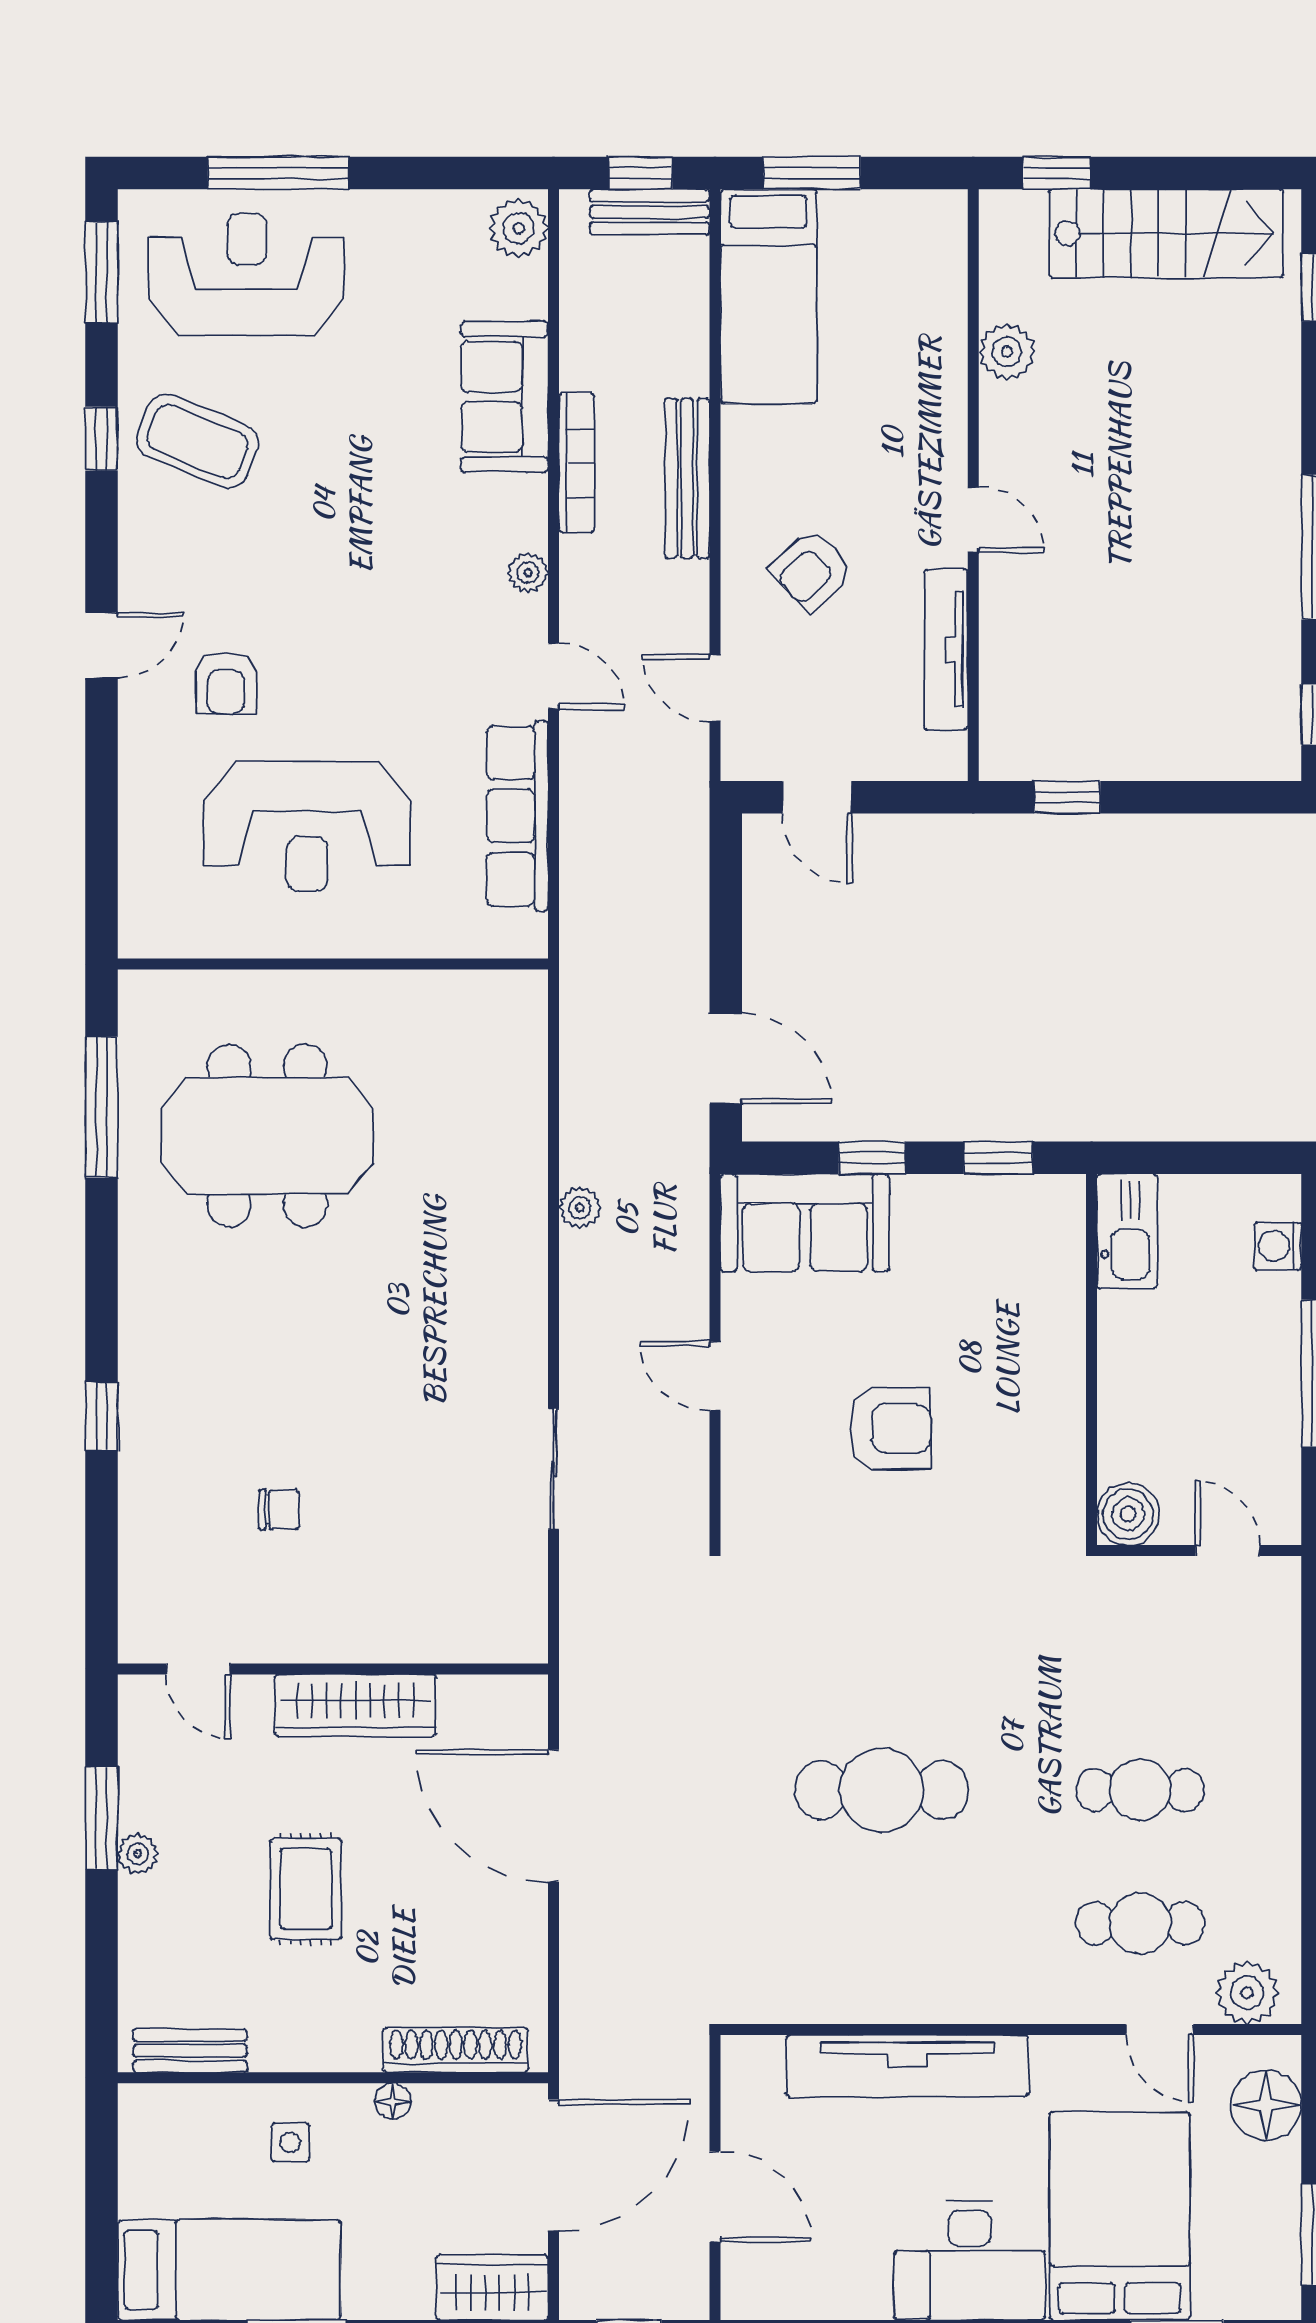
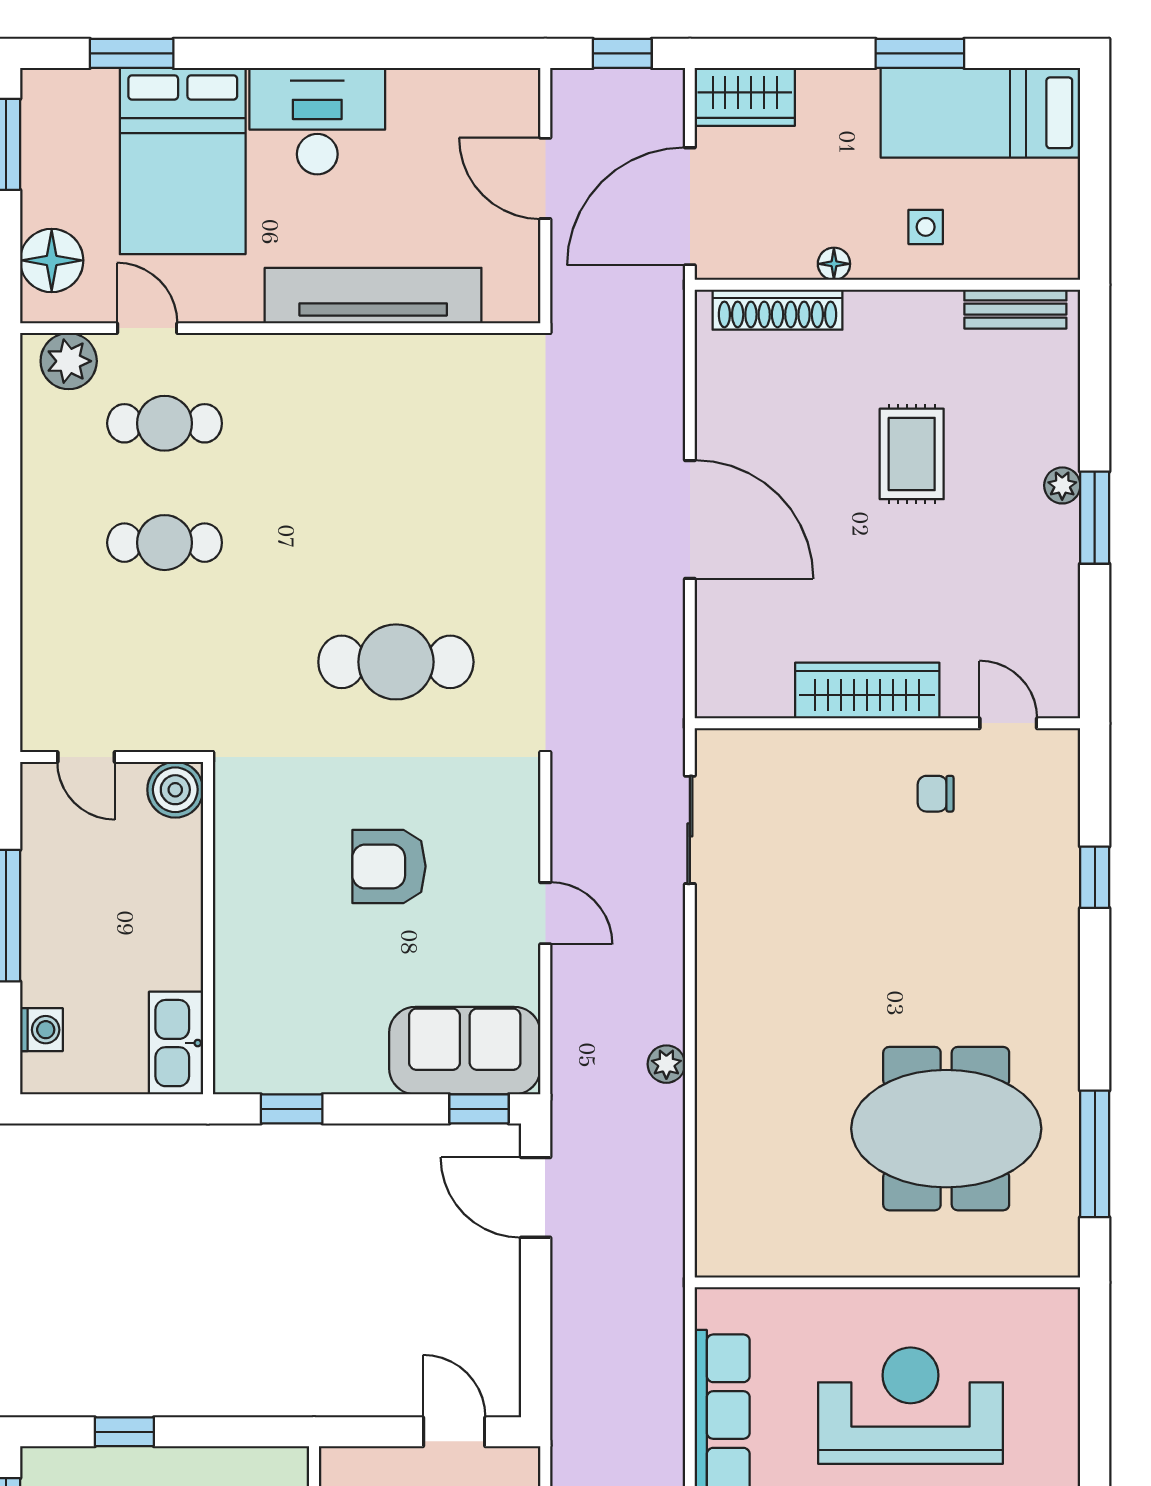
window: (1067, 797) -> (124, 1432), moved
window: (872, 1158) -> (479, 1109), moved
door: (198, 1669) -> (1008, 723), moved
wall: (333, 1669) -> (887, 723), moved
wardrobe: (355, 1705) -> (867, 691), moved
cafe table: (882, 1790) -> (396, 662), moved

